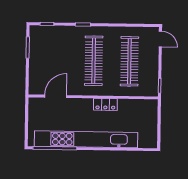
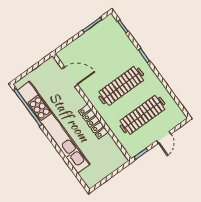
door: (160, 39) -> (164, 137), moved
locker: (105, 104) -> (93, 122), width x1.53

